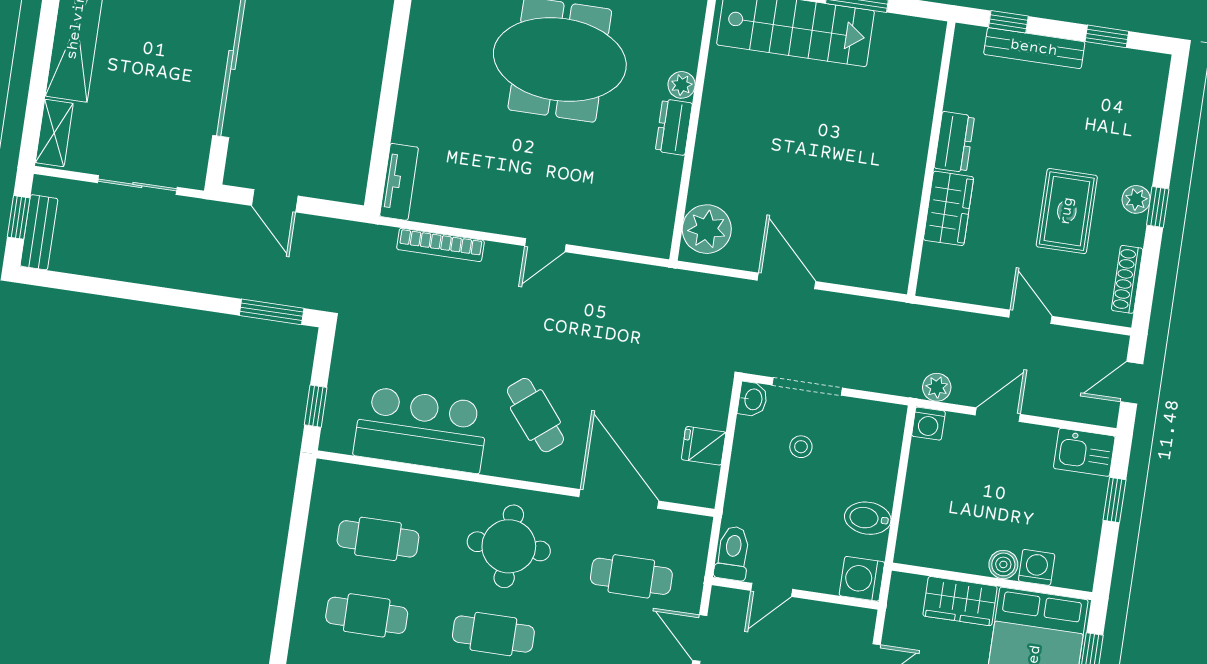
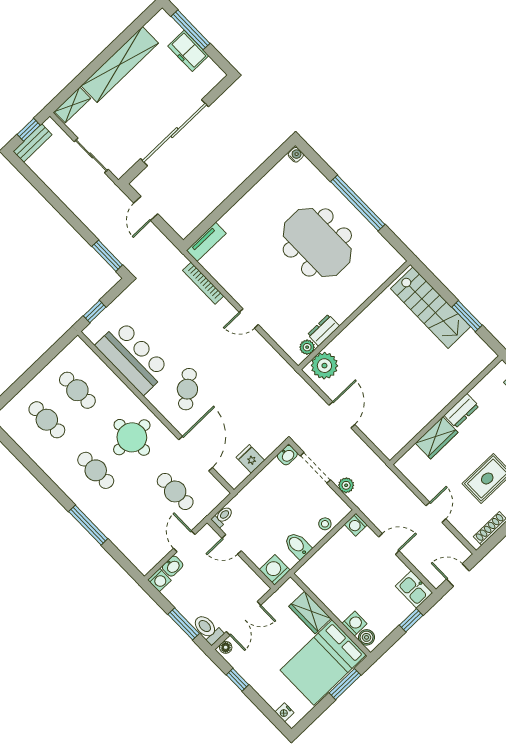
plant: (682, 85) -> (307, 347), moved
dresser: (674, 127) -> (323, 330), moved
plant: (937, 387) -> (346, 485), moved
stool: (801, 447) -> (325, 524), moved
toilet: (733, 553) -> (222, 516), width x0.73, depth x0.72
boiler: (1003, 564) -> (367, 637), moved

